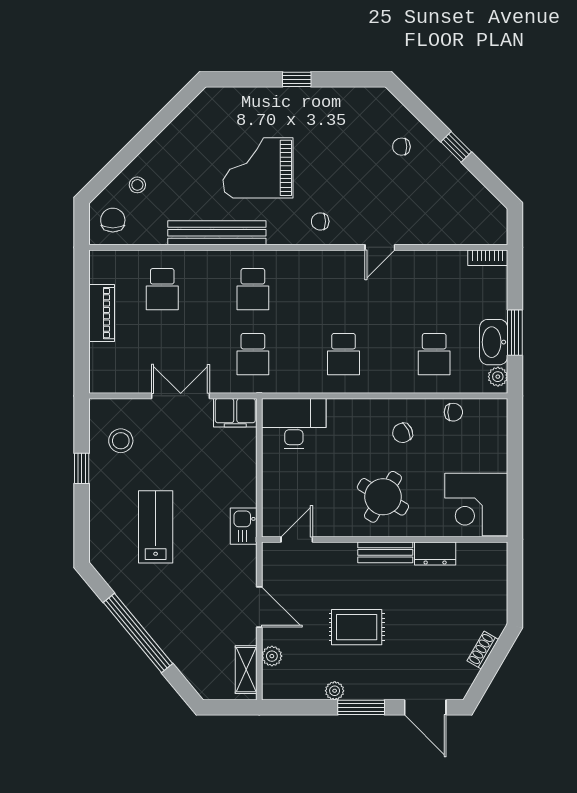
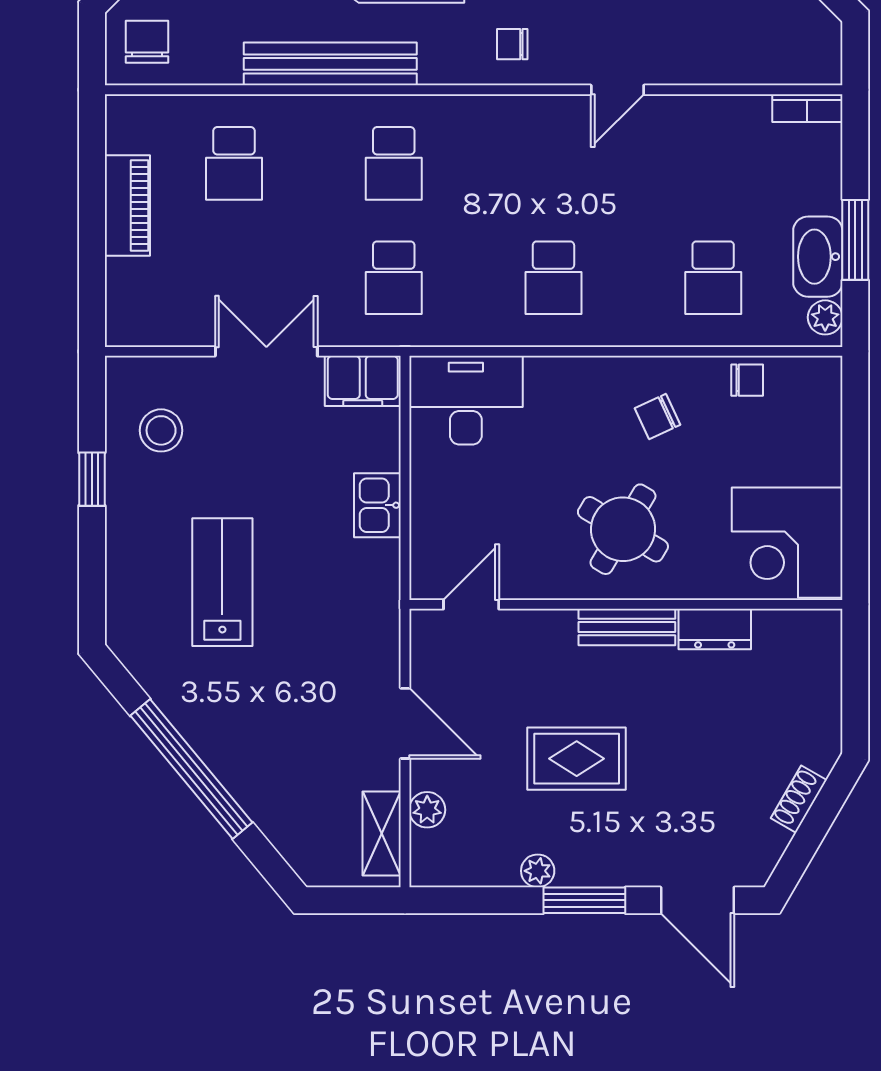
kitchen sink: (244, 526) -> (377, 505), moved

